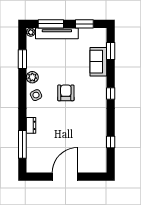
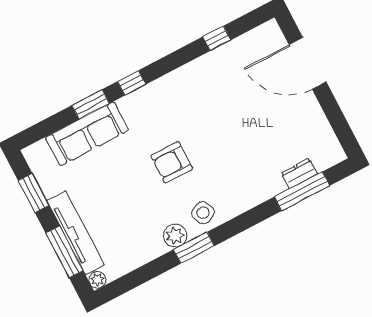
window: (111, 51) -> (90, 104), moved
window: (22, 59) -> (194, 248), moved
sofa: (98, 62) -> (87, 134), width x1.36
dresser: (31, 125) -> (299, 173), moved
door: (65, 177) -> (308, 63), moved

